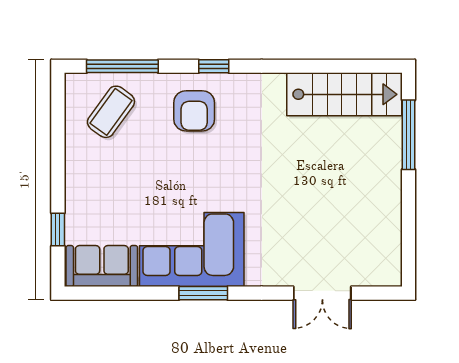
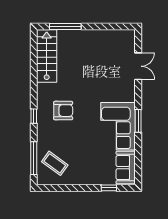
armchair: (194, 111) -> (63, 111), moved

